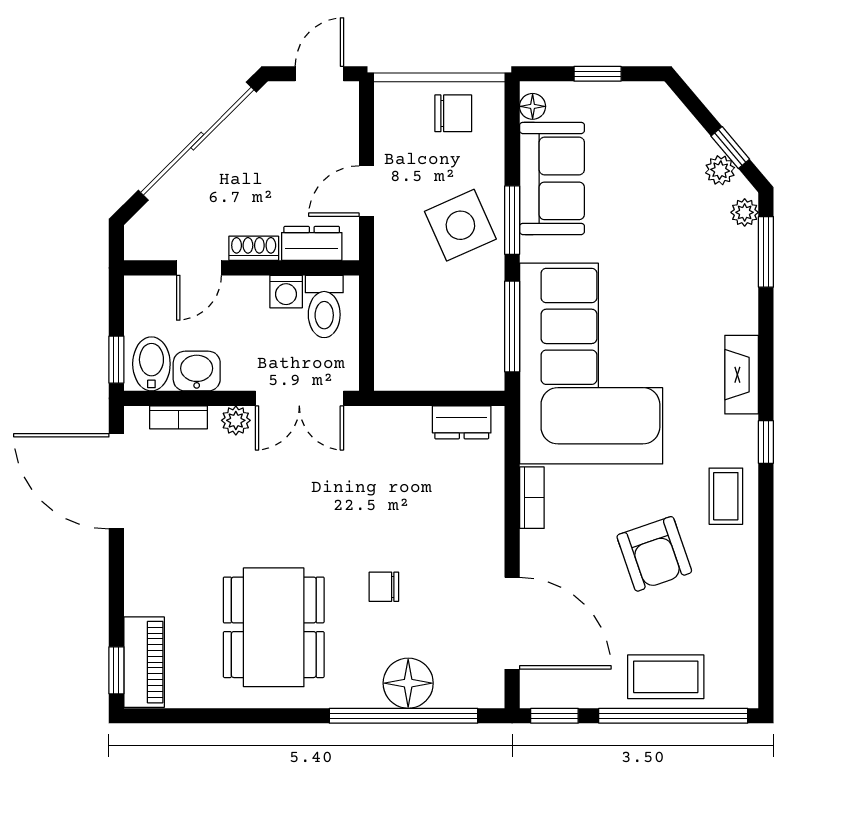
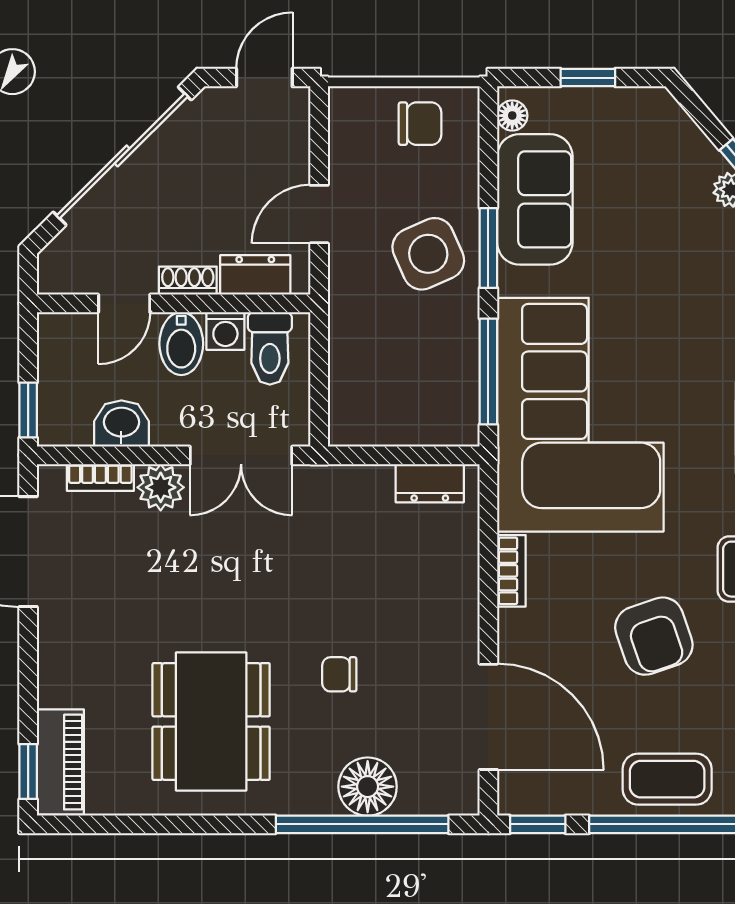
bidet: (151, 364) -> (181, 344), moved, turned 180
plant: (236, 420) -> (161, 487), width x1.38, depth x1.38

